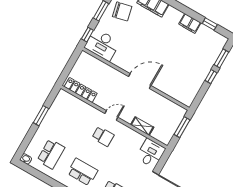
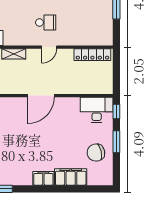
filing cabinet: (190, 23) -> (43, 178), moved
school desk: (103, 136) -> (46, 22), turned 180

